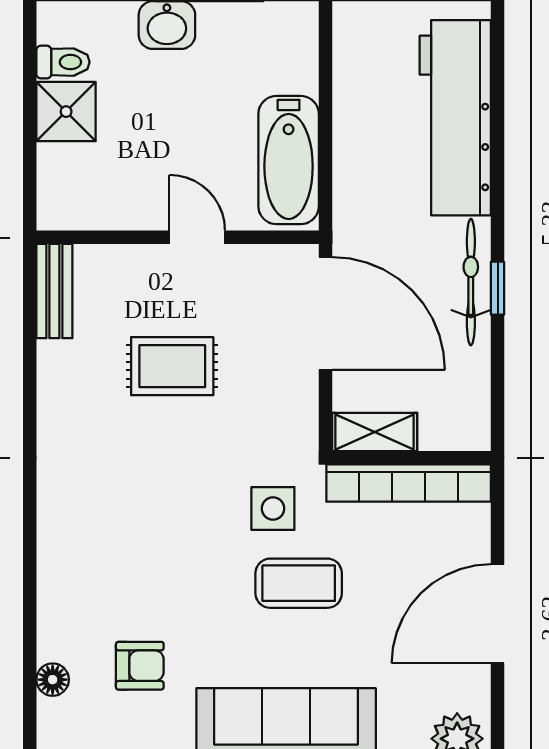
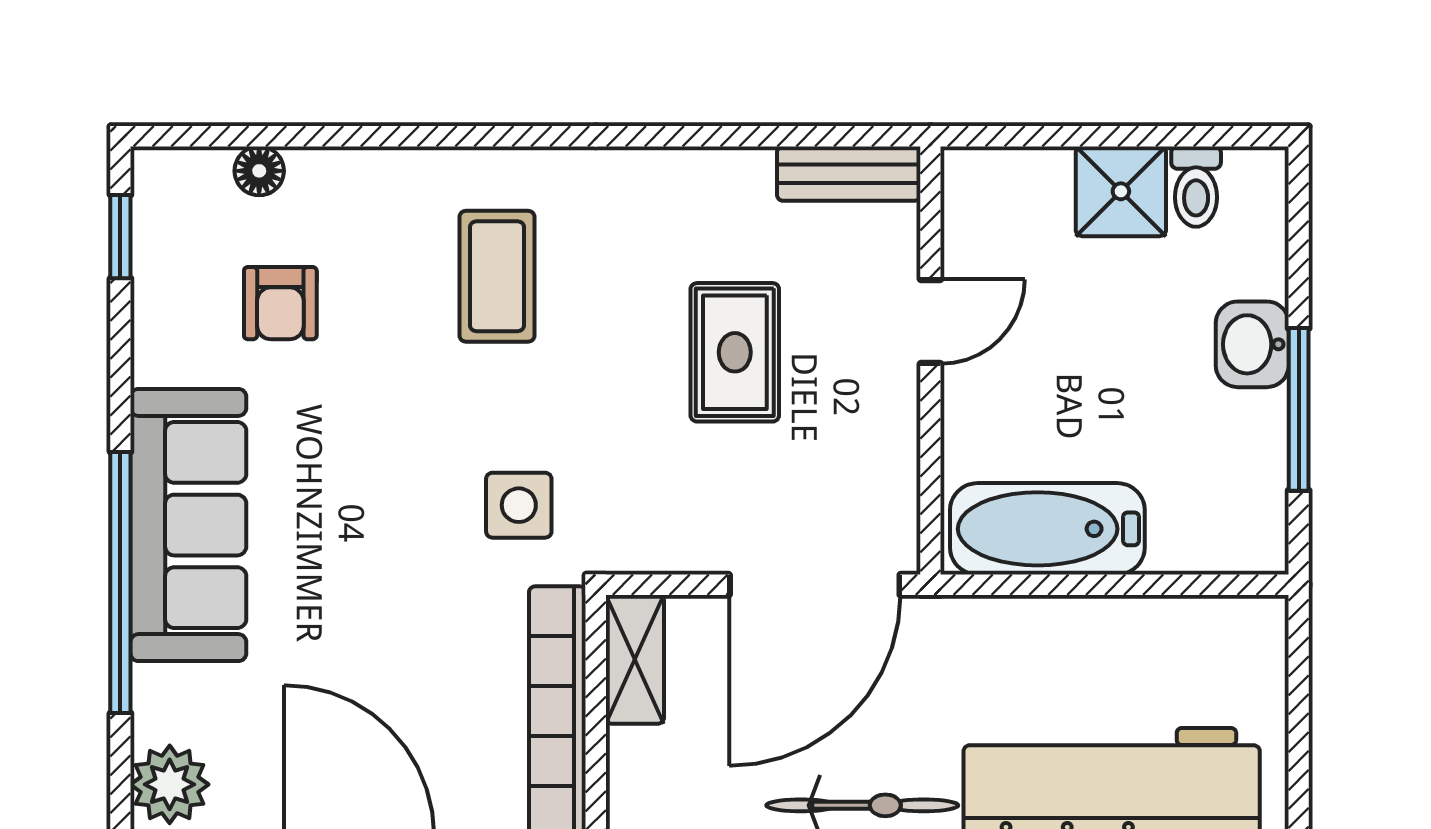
door: (197, 237) -> (930, 321), moved
coffee table: (299, 583) -> (497, 276), moved

